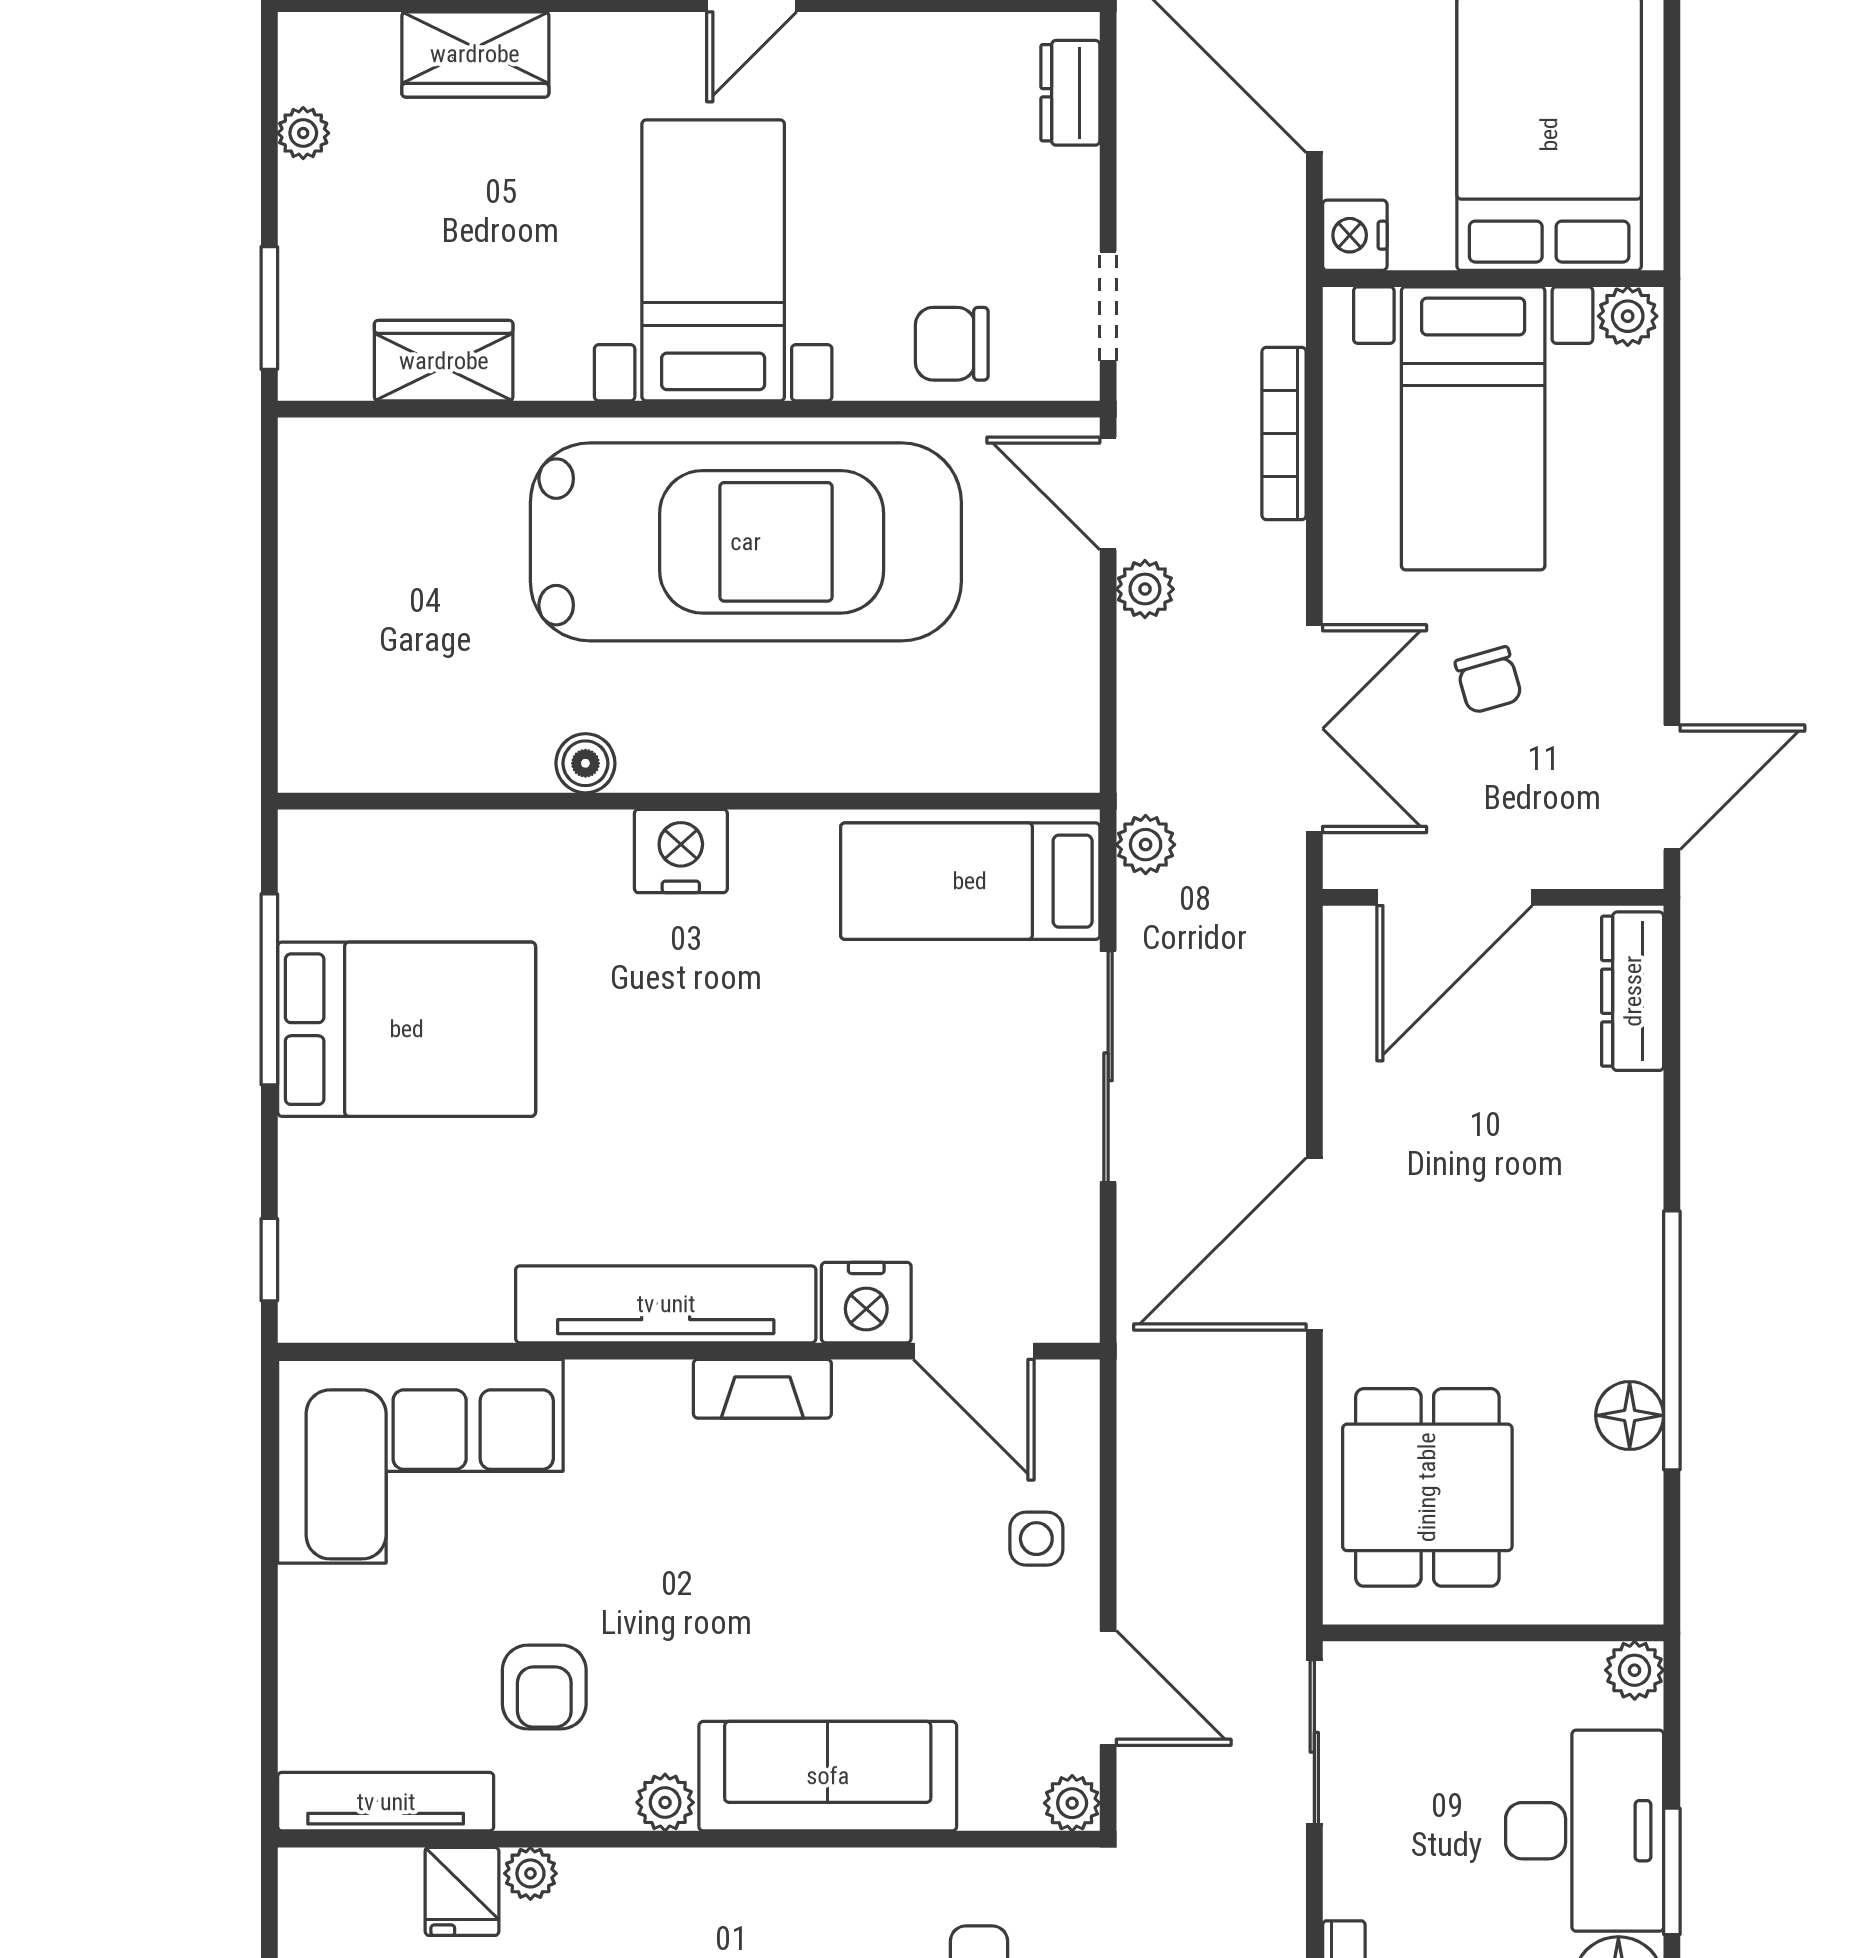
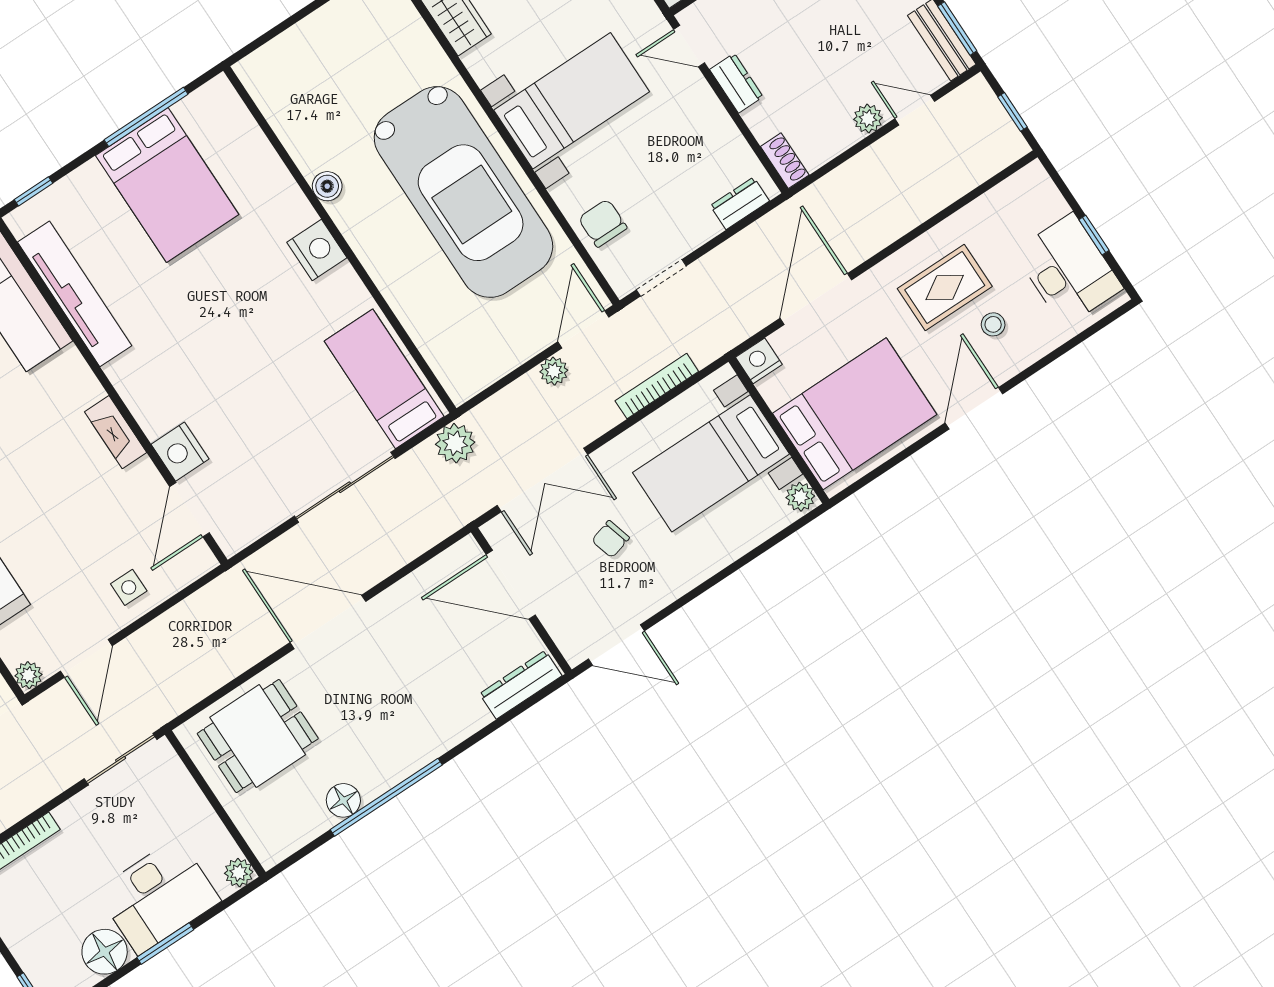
plant: (1146, 845) -> (455, 443), width x1.38, depth x1.38
tv unit: (666, 1304) -> (75, 294), moved

